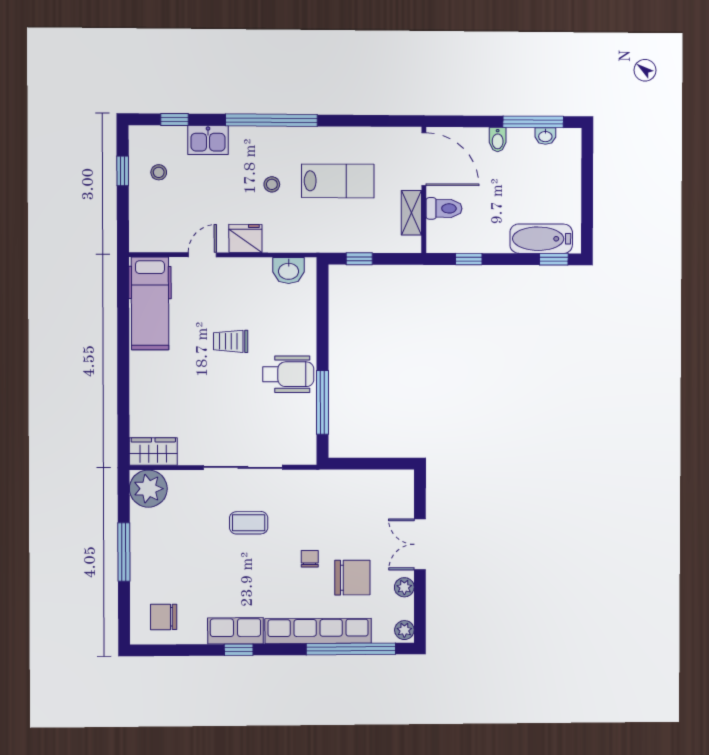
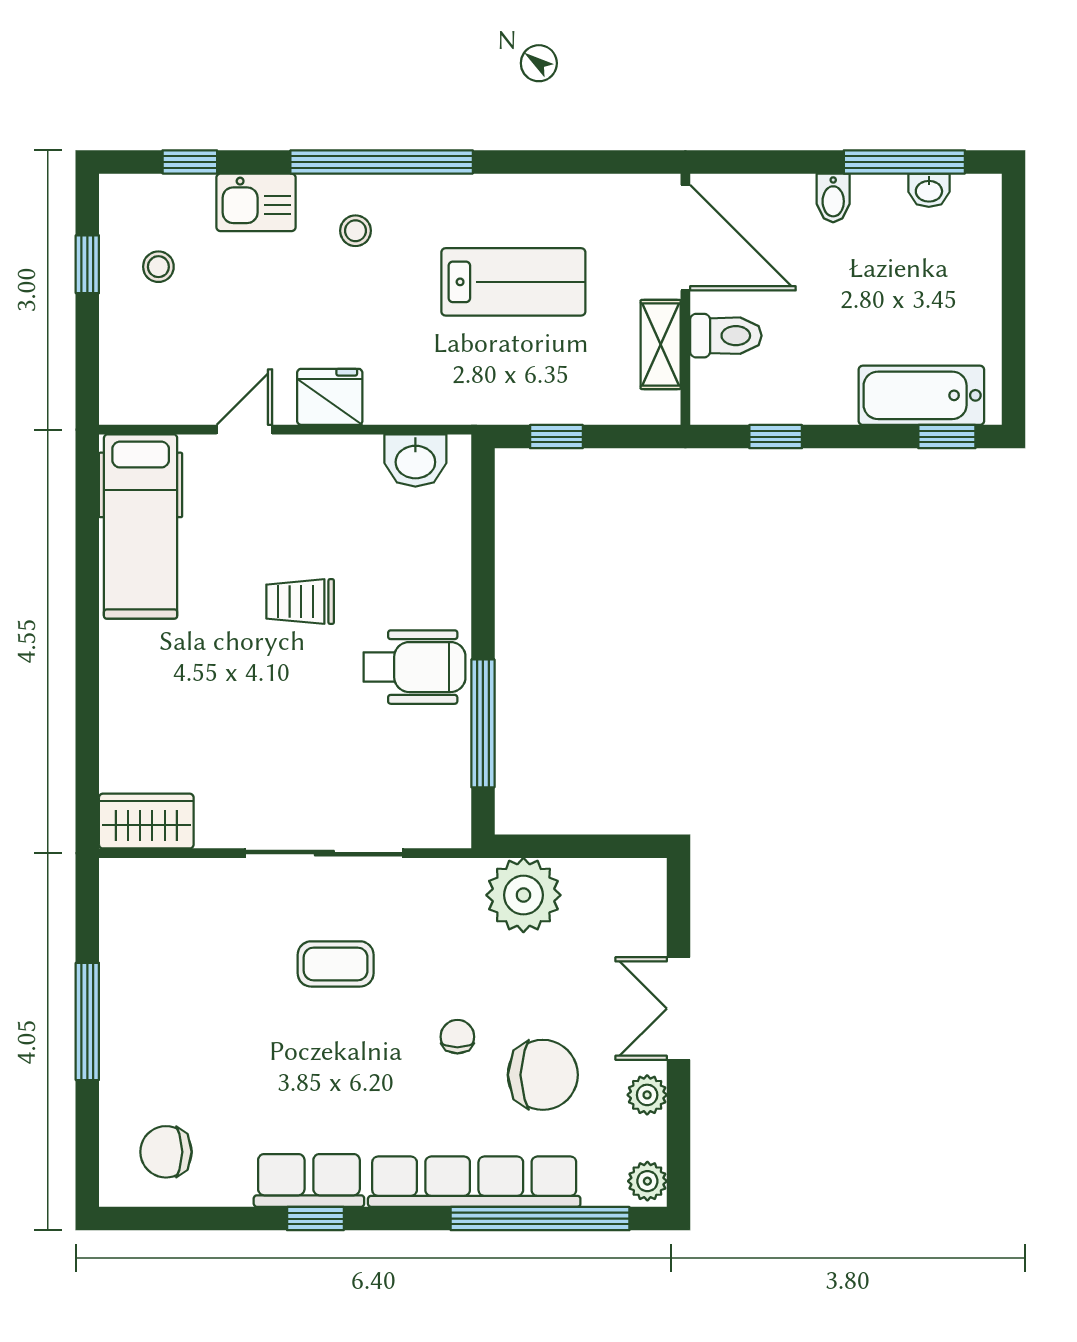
stool: (272, 184) -> (355, 231), moved
plant: (148, 489) -> (523, 895), moved

